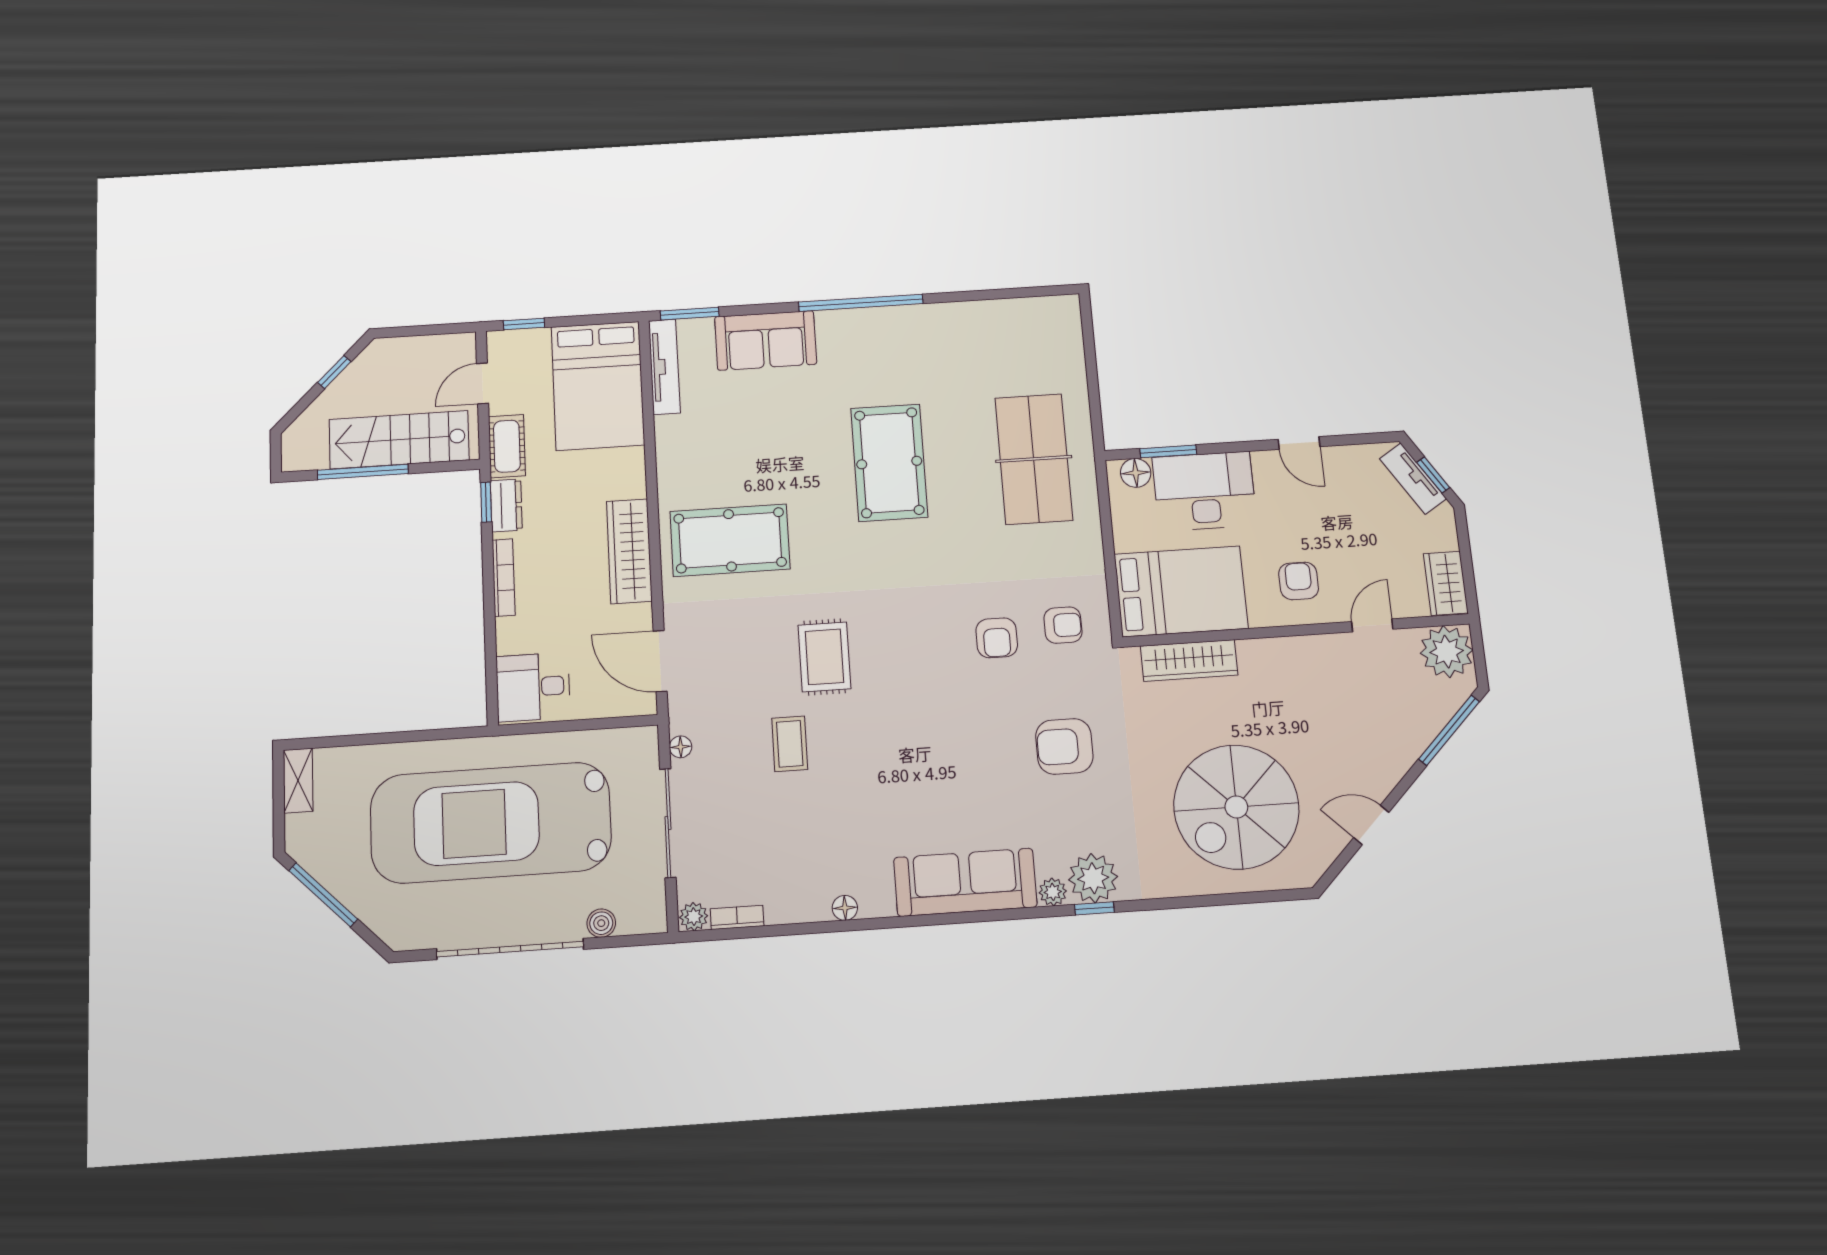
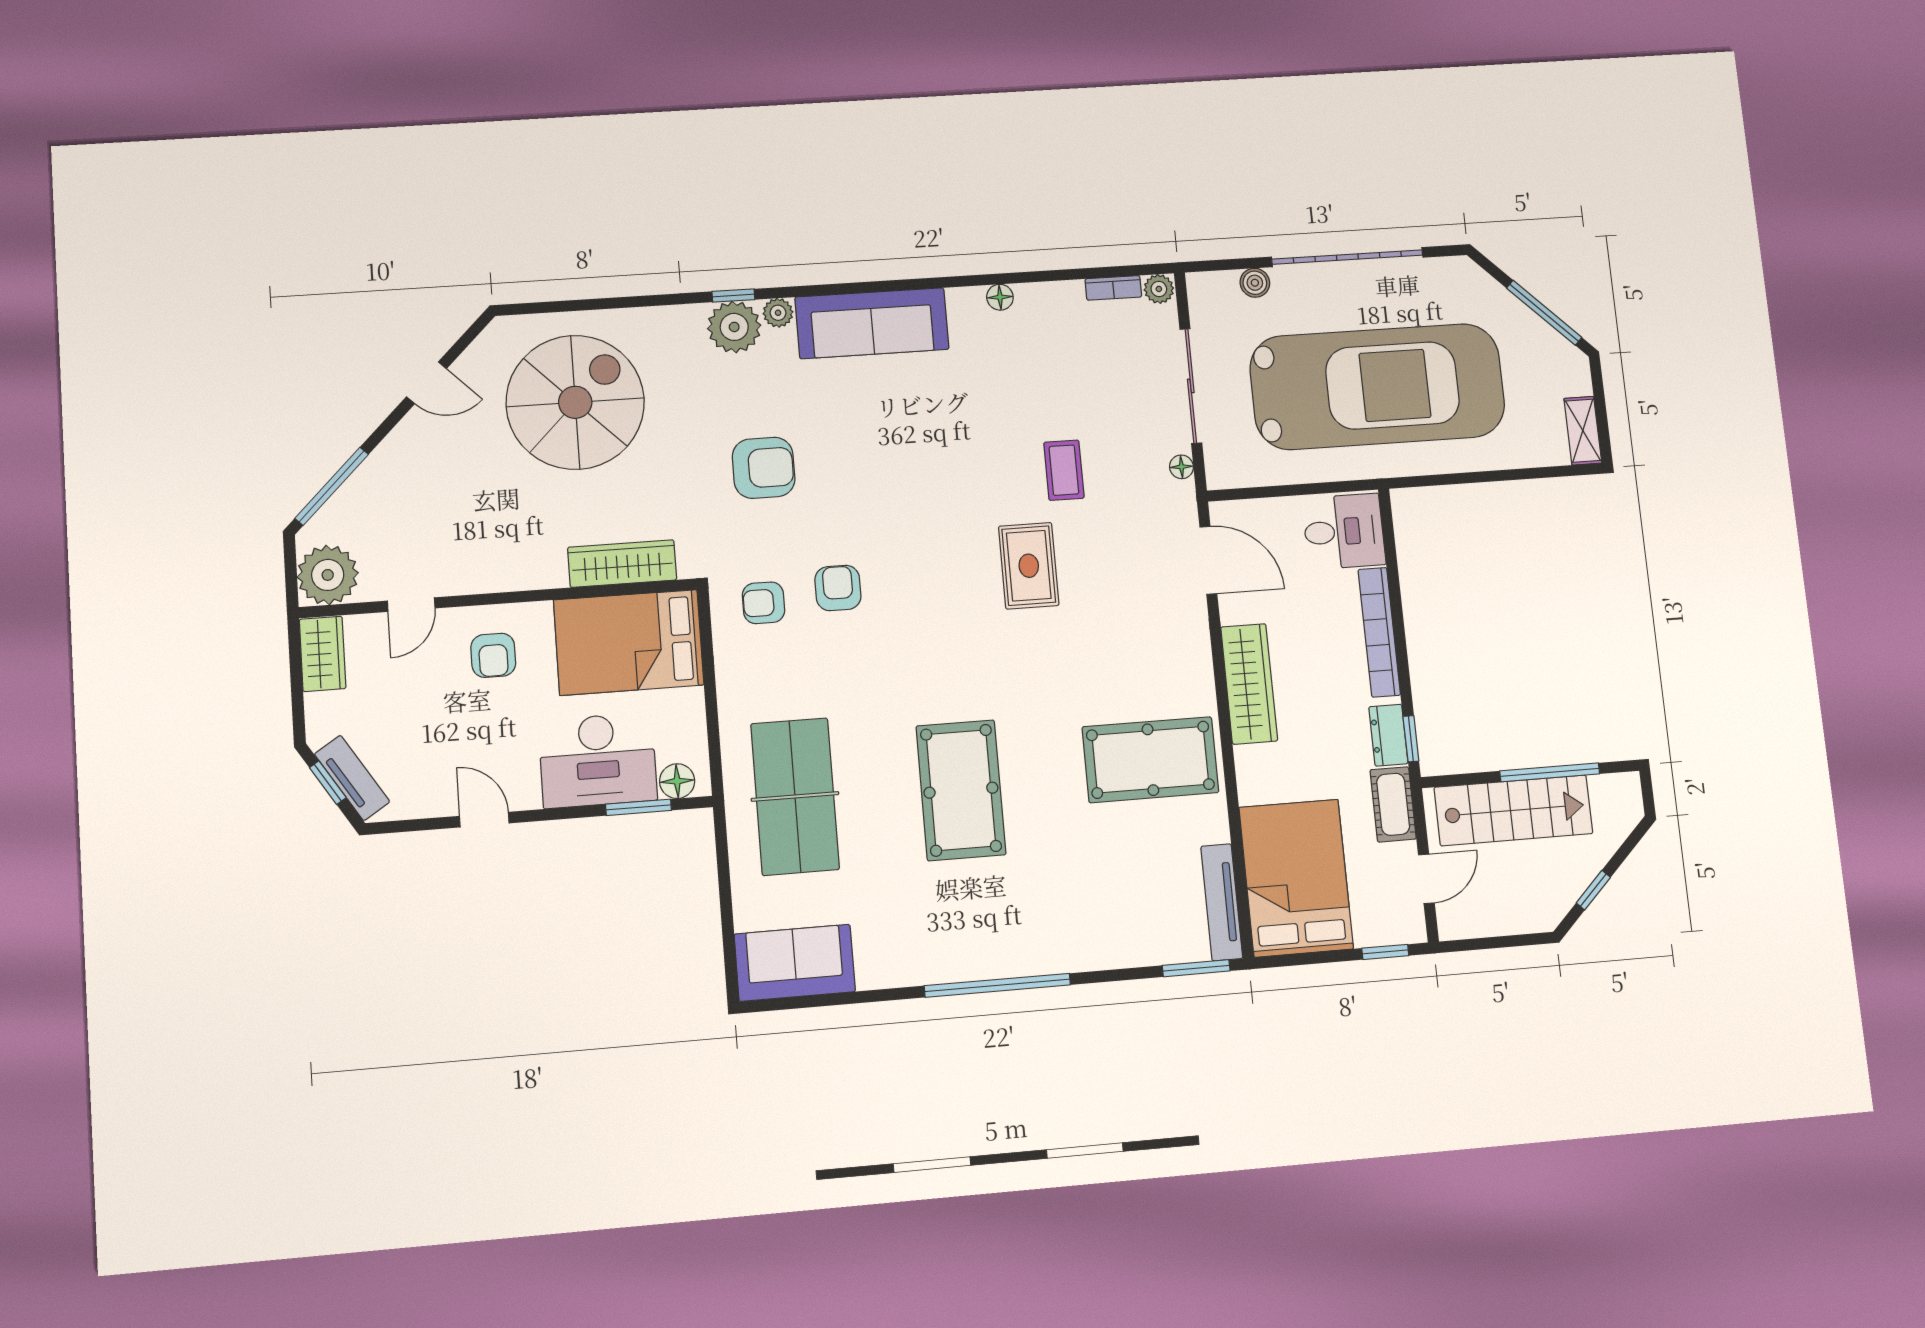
sofa: (766, 340) -> (795, 963), moved
pool table: (730, 540) -> (1150, 760), moved
bookcase: (504, 578) -> (1379, 632), width x1.48, depth x1.31

